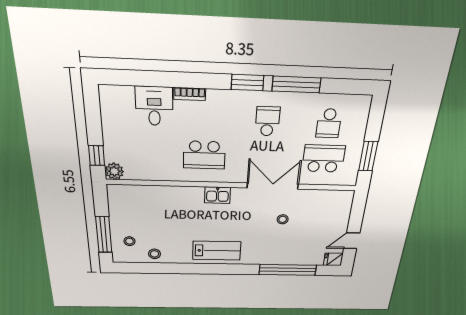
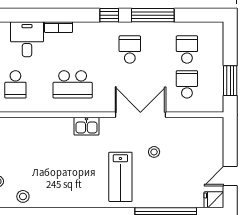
window: (248, 83) -> (109, 15), width x0.67
school desk: (329, 123) -> (187, 50), turned 180
school desk: (143, 153) -> (15, 84), added
school desk: (324, 159) -> (187, 84), width x0.54
lab bench: (217, 251) -> (120, 177), moved, turned 90

